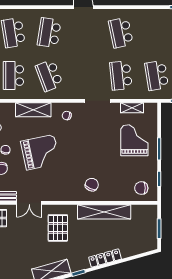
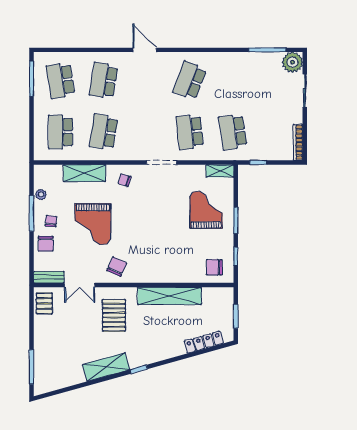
school desk: (121, 33) -> (190, 80), turned 33
school desk: (49, 75) -> (104, 132), turned 30
shelving: (132, 108) -> (220, 171), moved
grand piano: (40, 152) -> (93, 224), turned 102
chair: (92, 185) -> (117, 267), moved
locker: (105, 258) -> (204, 342), moved

